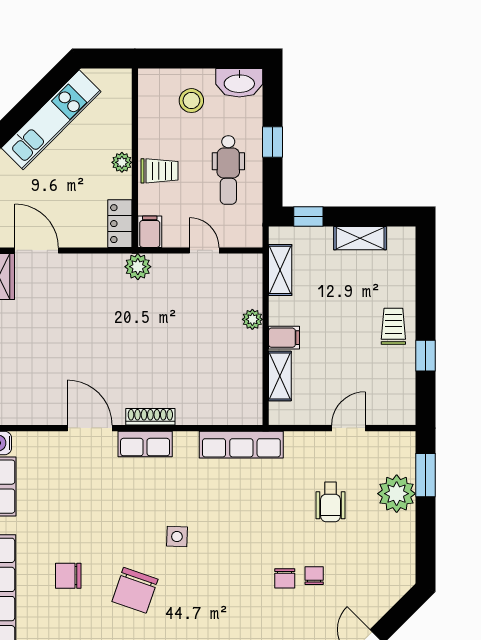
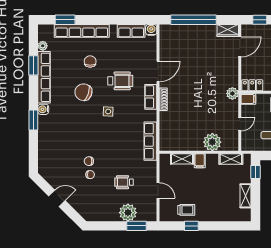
plant: (252, 319) -> (212, 142), width x1.88, depth x1.88
trolley: (393, 326) -> (186, 210), moved
wheelchair: (110, 510) -> (120, 81), added

